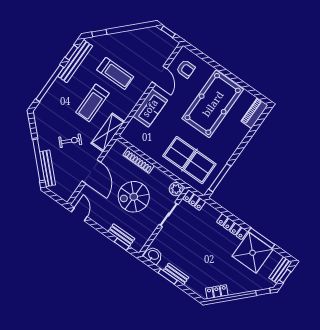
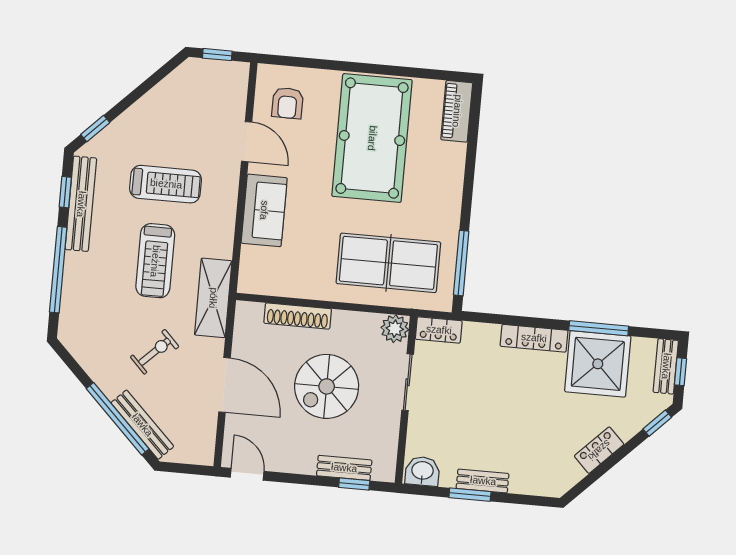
armchair: (186, 69) -> (287, 103), turned 90
locker: (217, 292) -> (599, 450), moved

